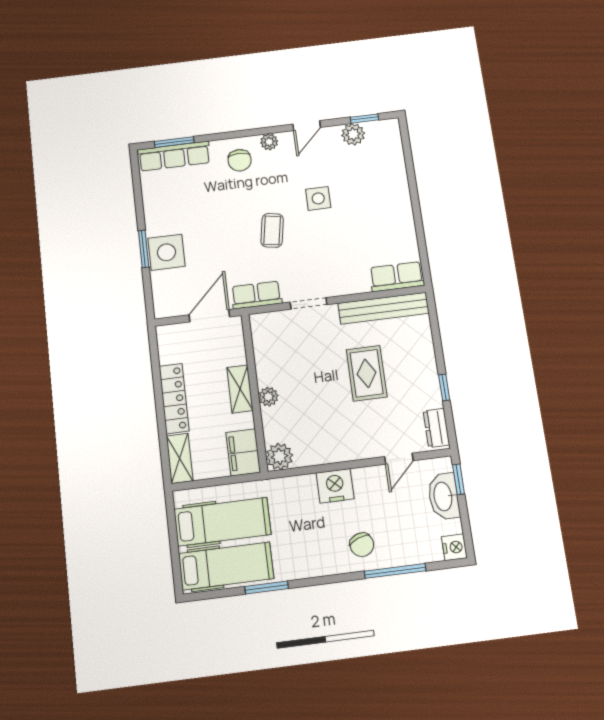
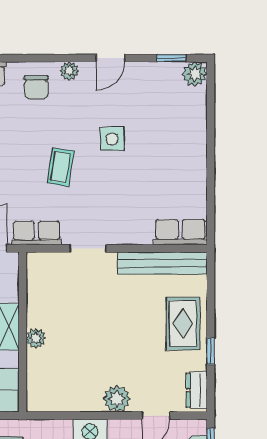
plant: (353, 134) -> (195, 74), moved
rug: (367, 373) -> (183, 324), moved
plant: (279, 456) -> (117, 399), moved

